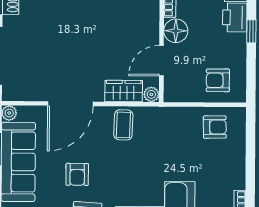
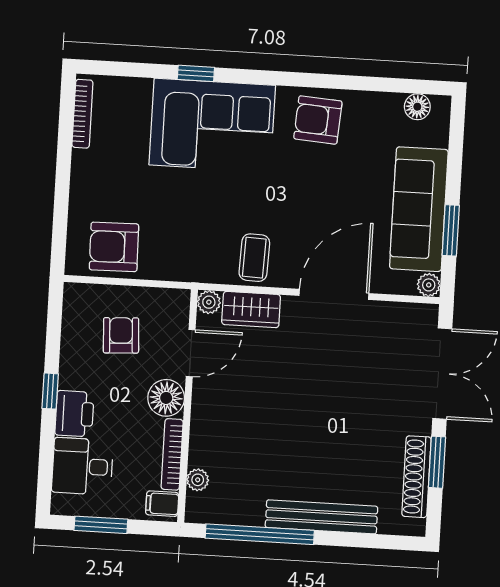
armchair: (218, 80) -> (121, 335), moved, turned -93
armchair: (215, 127) -> (114, 247), width x1.38, depth x1.38
armchair: (77, 174) -> (329, 185), removed

